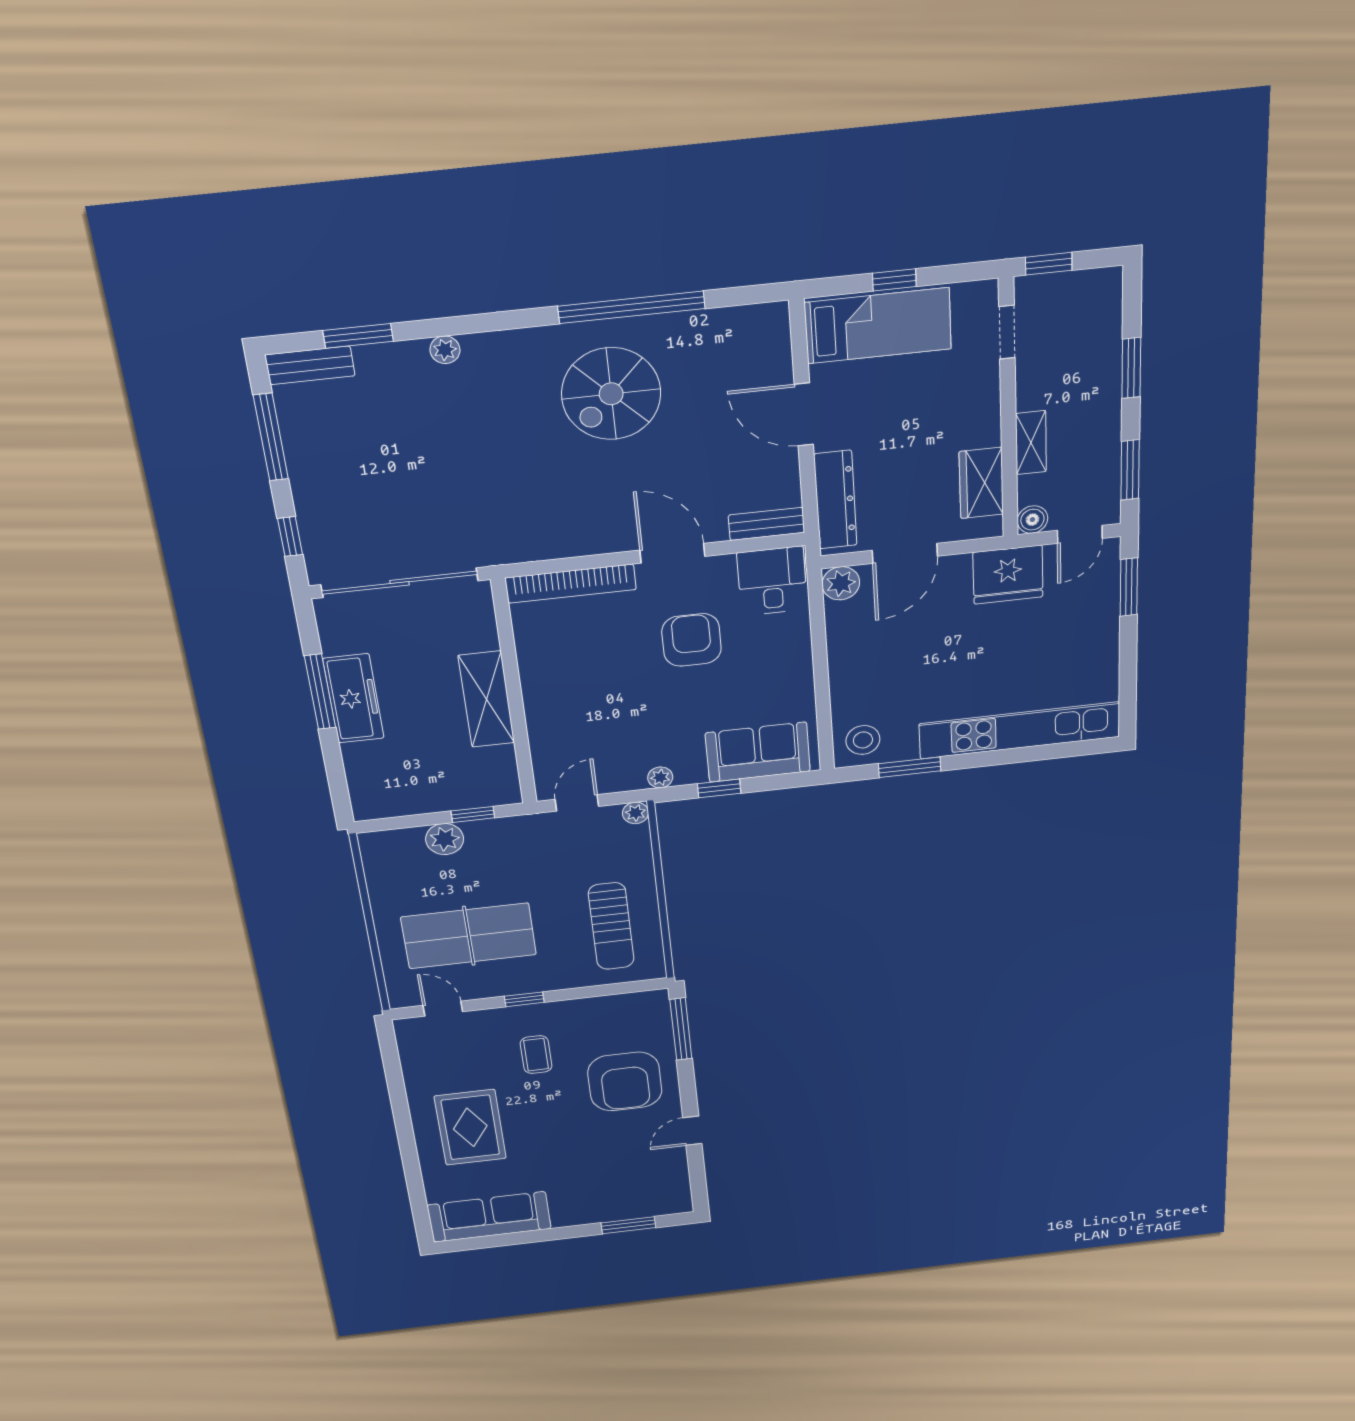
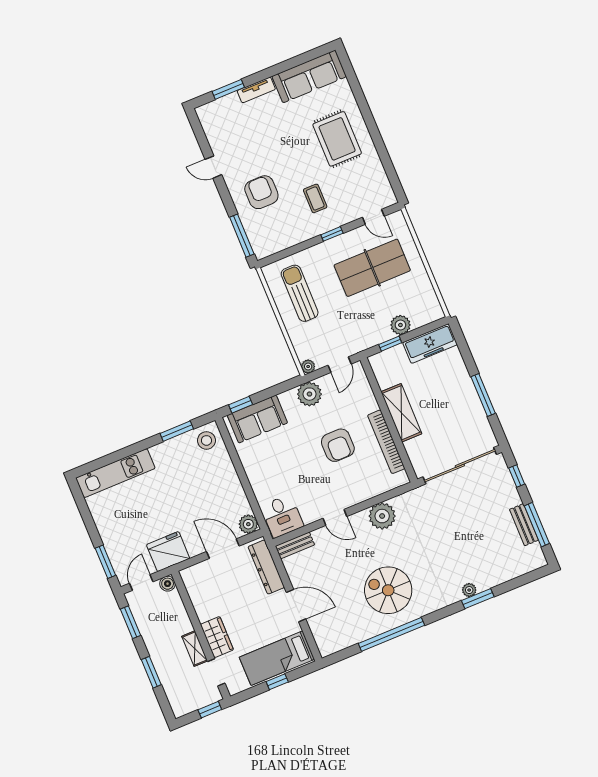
window: (358, 336) -> (478, 599), moved
bench: (310, 365) -> (524, 525), moved, turned 90
spiral stairs: (611, 394) -> (388, 590), turned -90
shelving: (1031, 443) -> (195, 649), moved
wardrobe: (981, 483) -> (217, 637), moved
plant: (580, 532) -> (382, 516), added
door: (672, 553) -> (335, 517), width x0.73
door: (905, 553) -> (223, 549), hinge flipped
bookcase: (571, 584) -> (386, 442), moved, turned -90
armchair: (692, 640) -> (338, 445), moved
freezer: (354, 698) -> (430, 344), moved, turned -90
kitchen unit: (1020, 730) -> (115, 473), width x0.73
plant: (660, 777) -> (309, 394), width x1.88, depth x1.88
window: (719, 788) -> (241, 405), moved
armchair: (625, 1082) -> (261, 192), width x0.73, depth x0.73
door: (692, 1131) -> (213, 167), swing flipped
tv unit: (583, 1216) -> (256, 90), added

